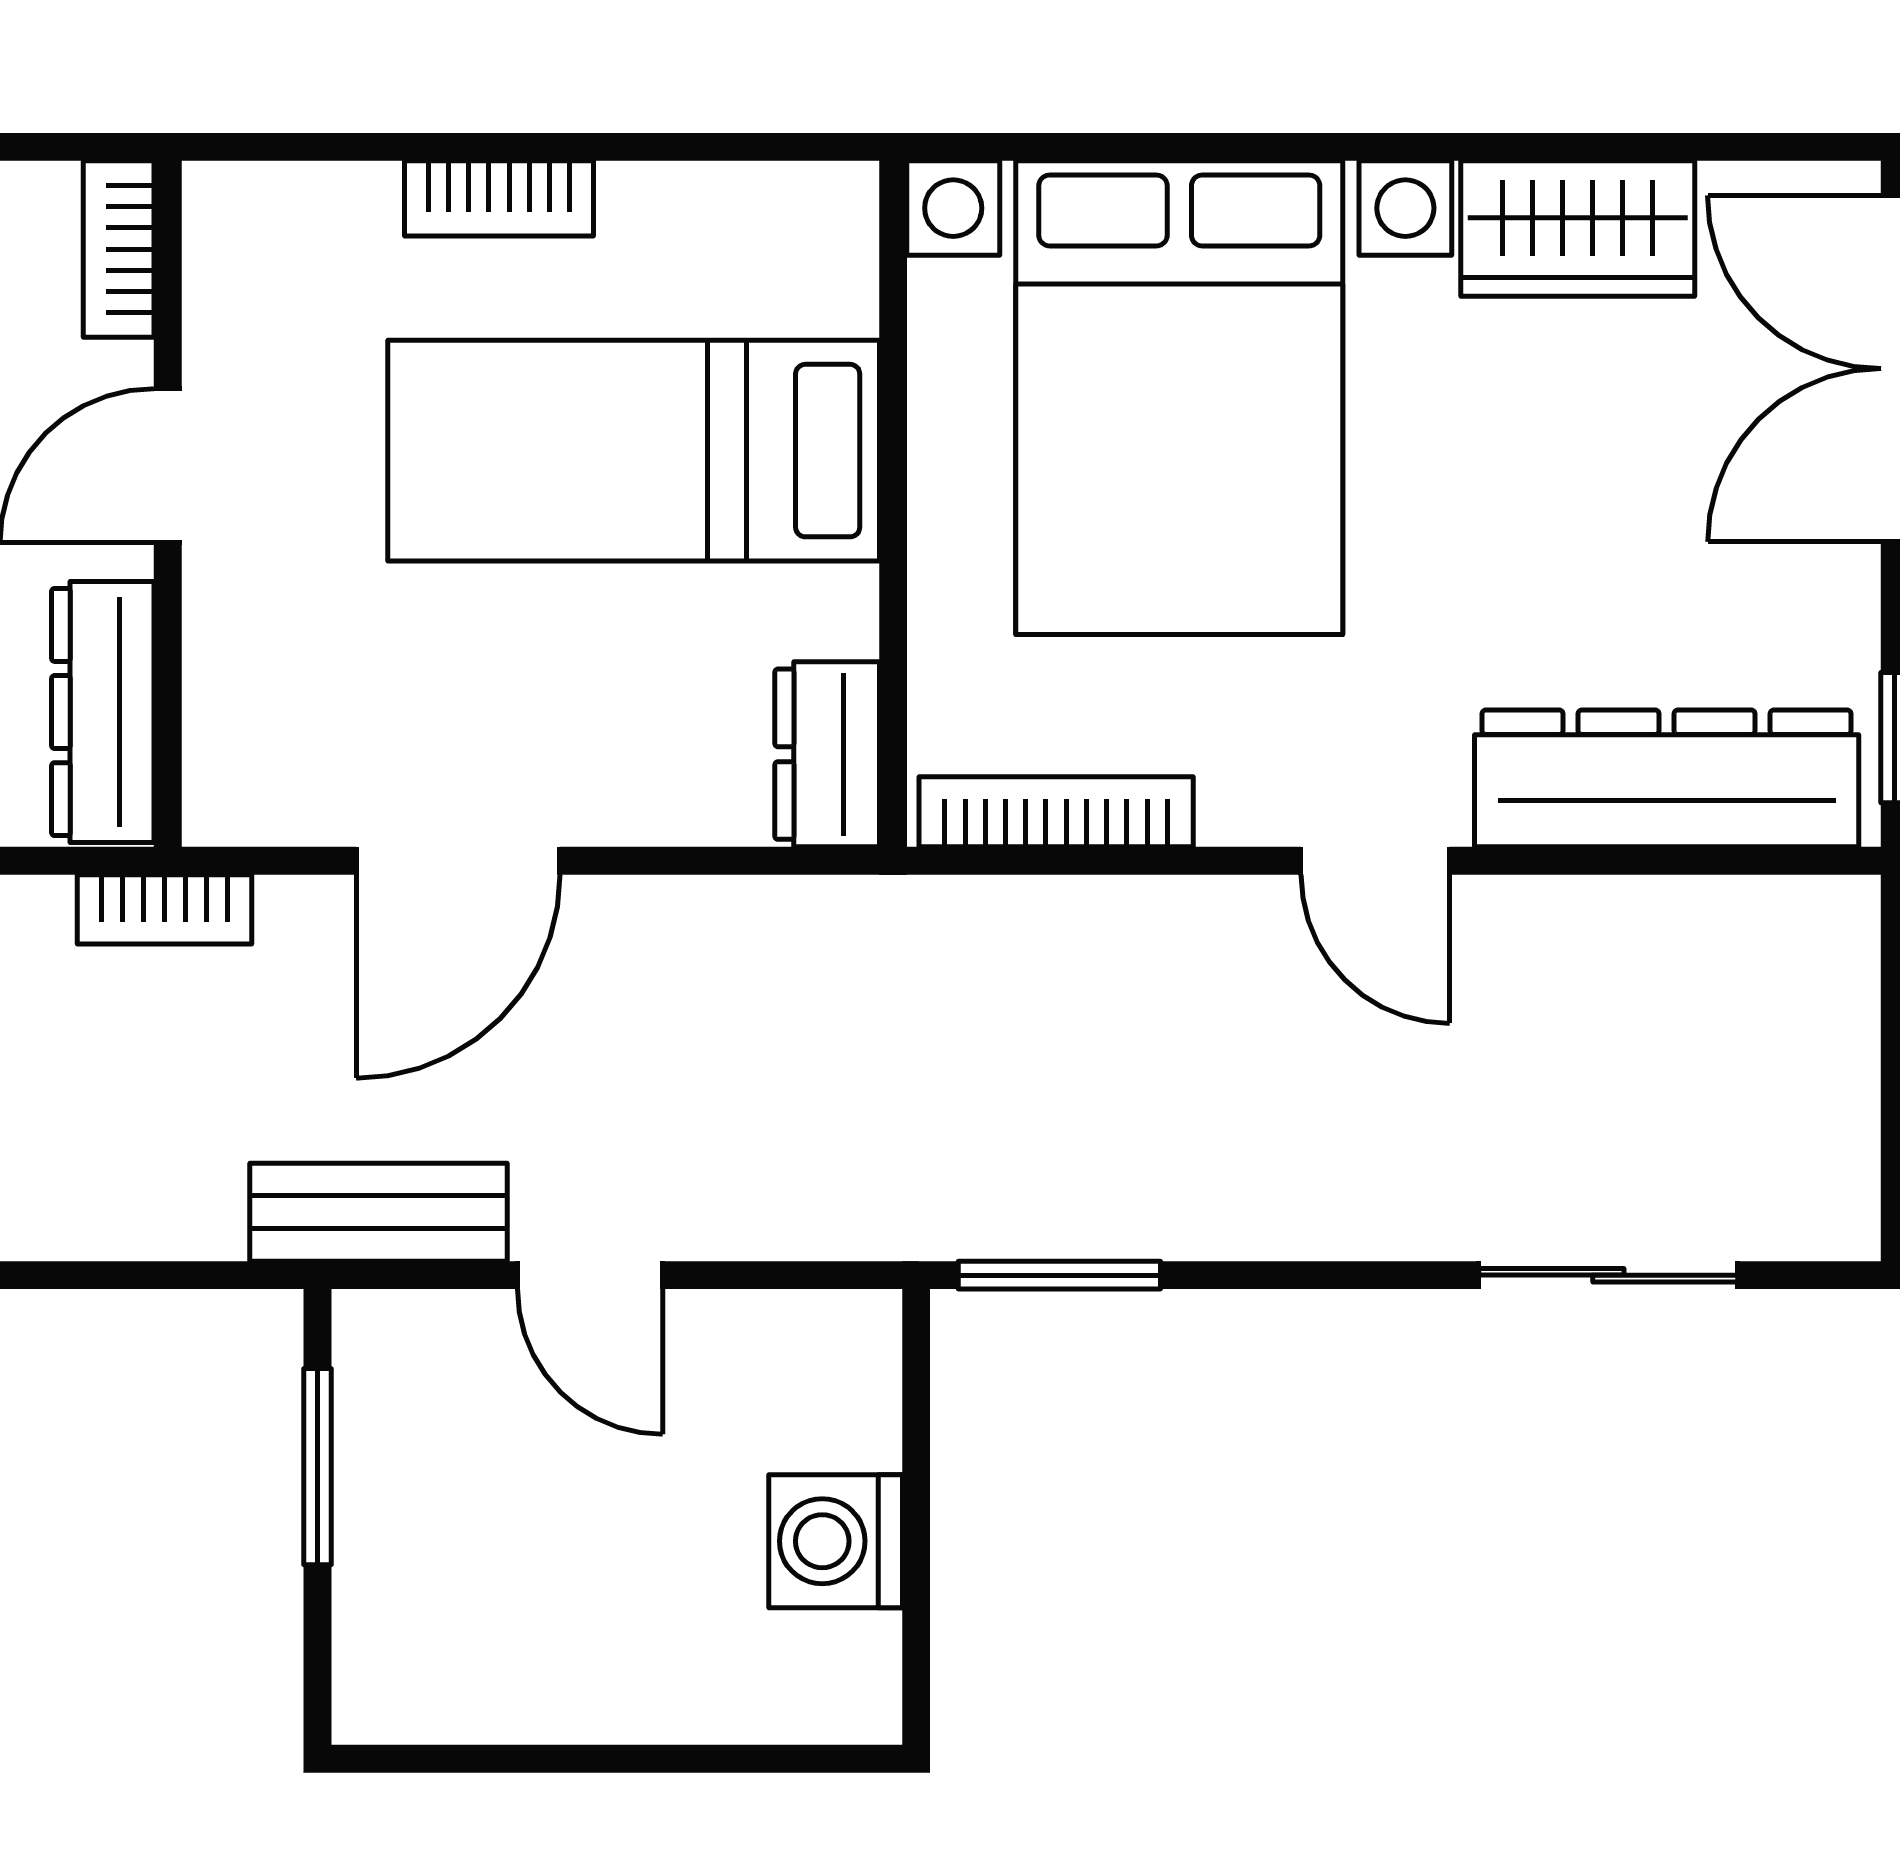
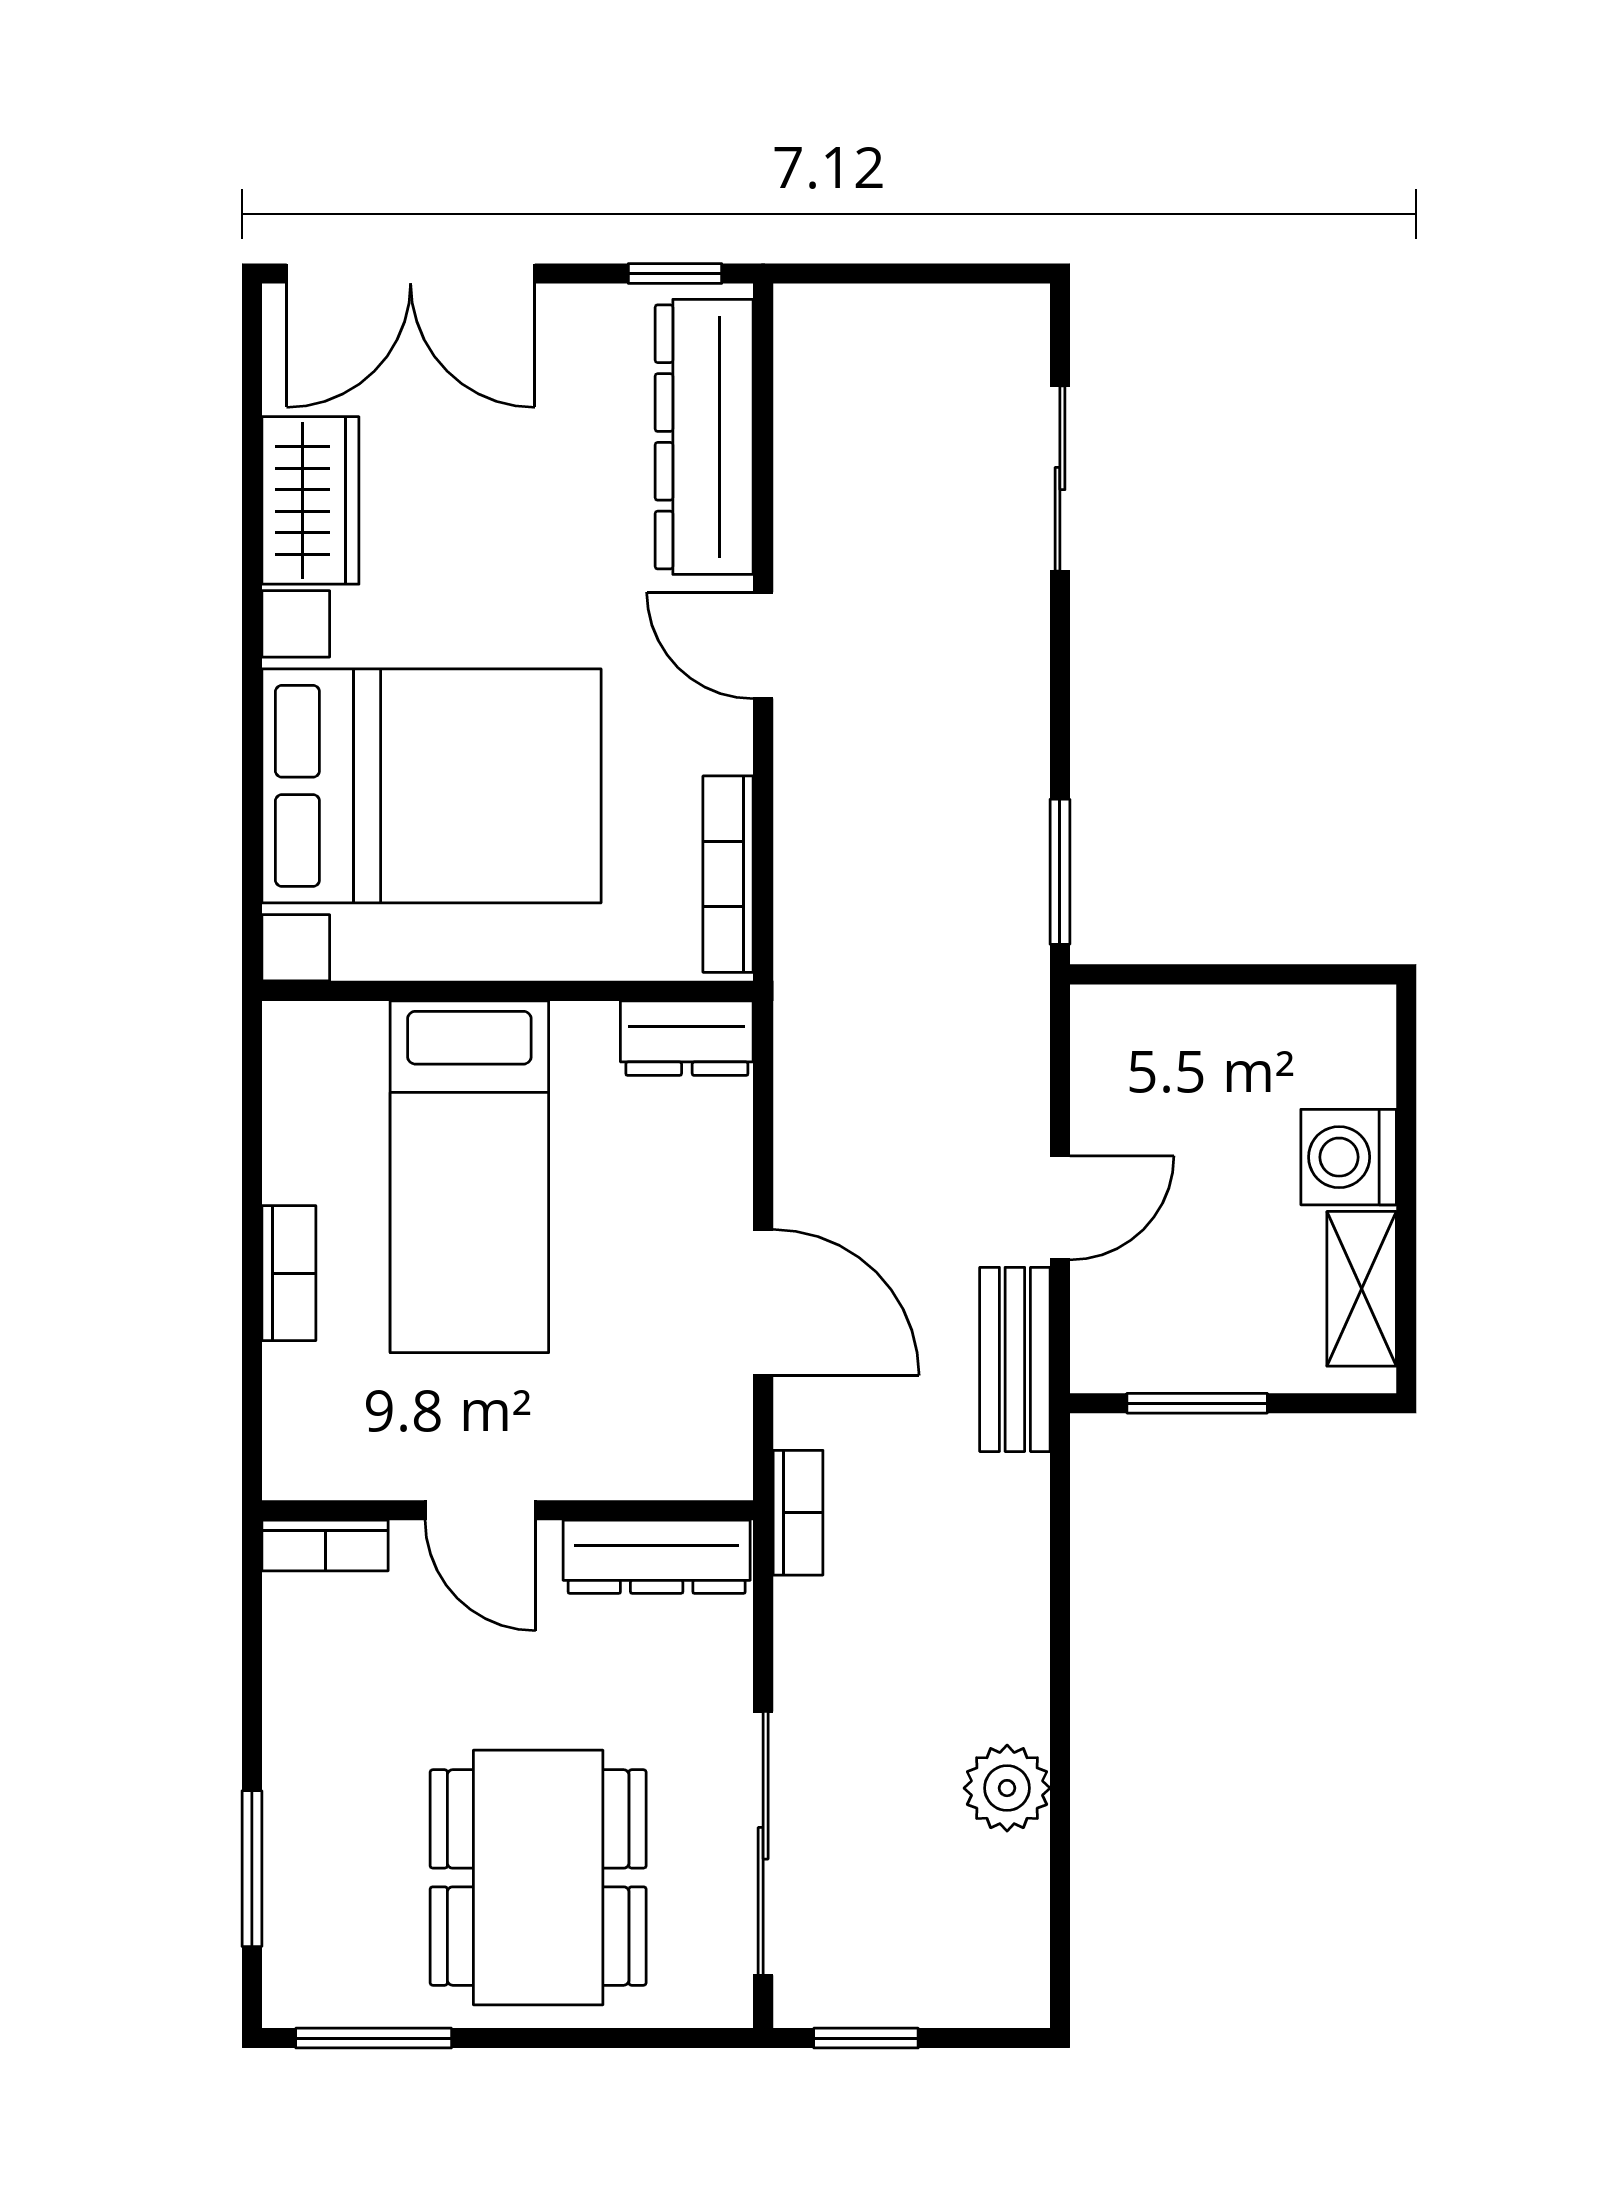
door: (1375, 861) -> (763, 645), swing flipped
washing machine: (836, 1541) -> (1349, 1157), moved, turned 90
shelving: (477, 1696) -> (1362, 1289), added

